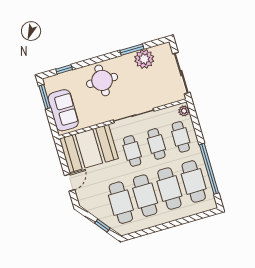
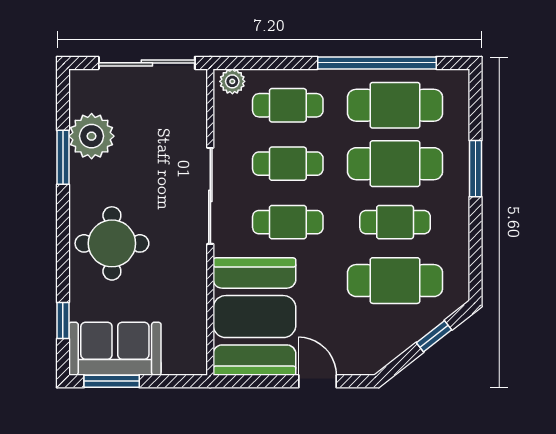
sofa: (63, 110) -> (115, 349), moved
cafe table: (145, 196) -> (395, 222), width x0.73, depth x0.74
window: (177, 223) -> (476, 169), added

